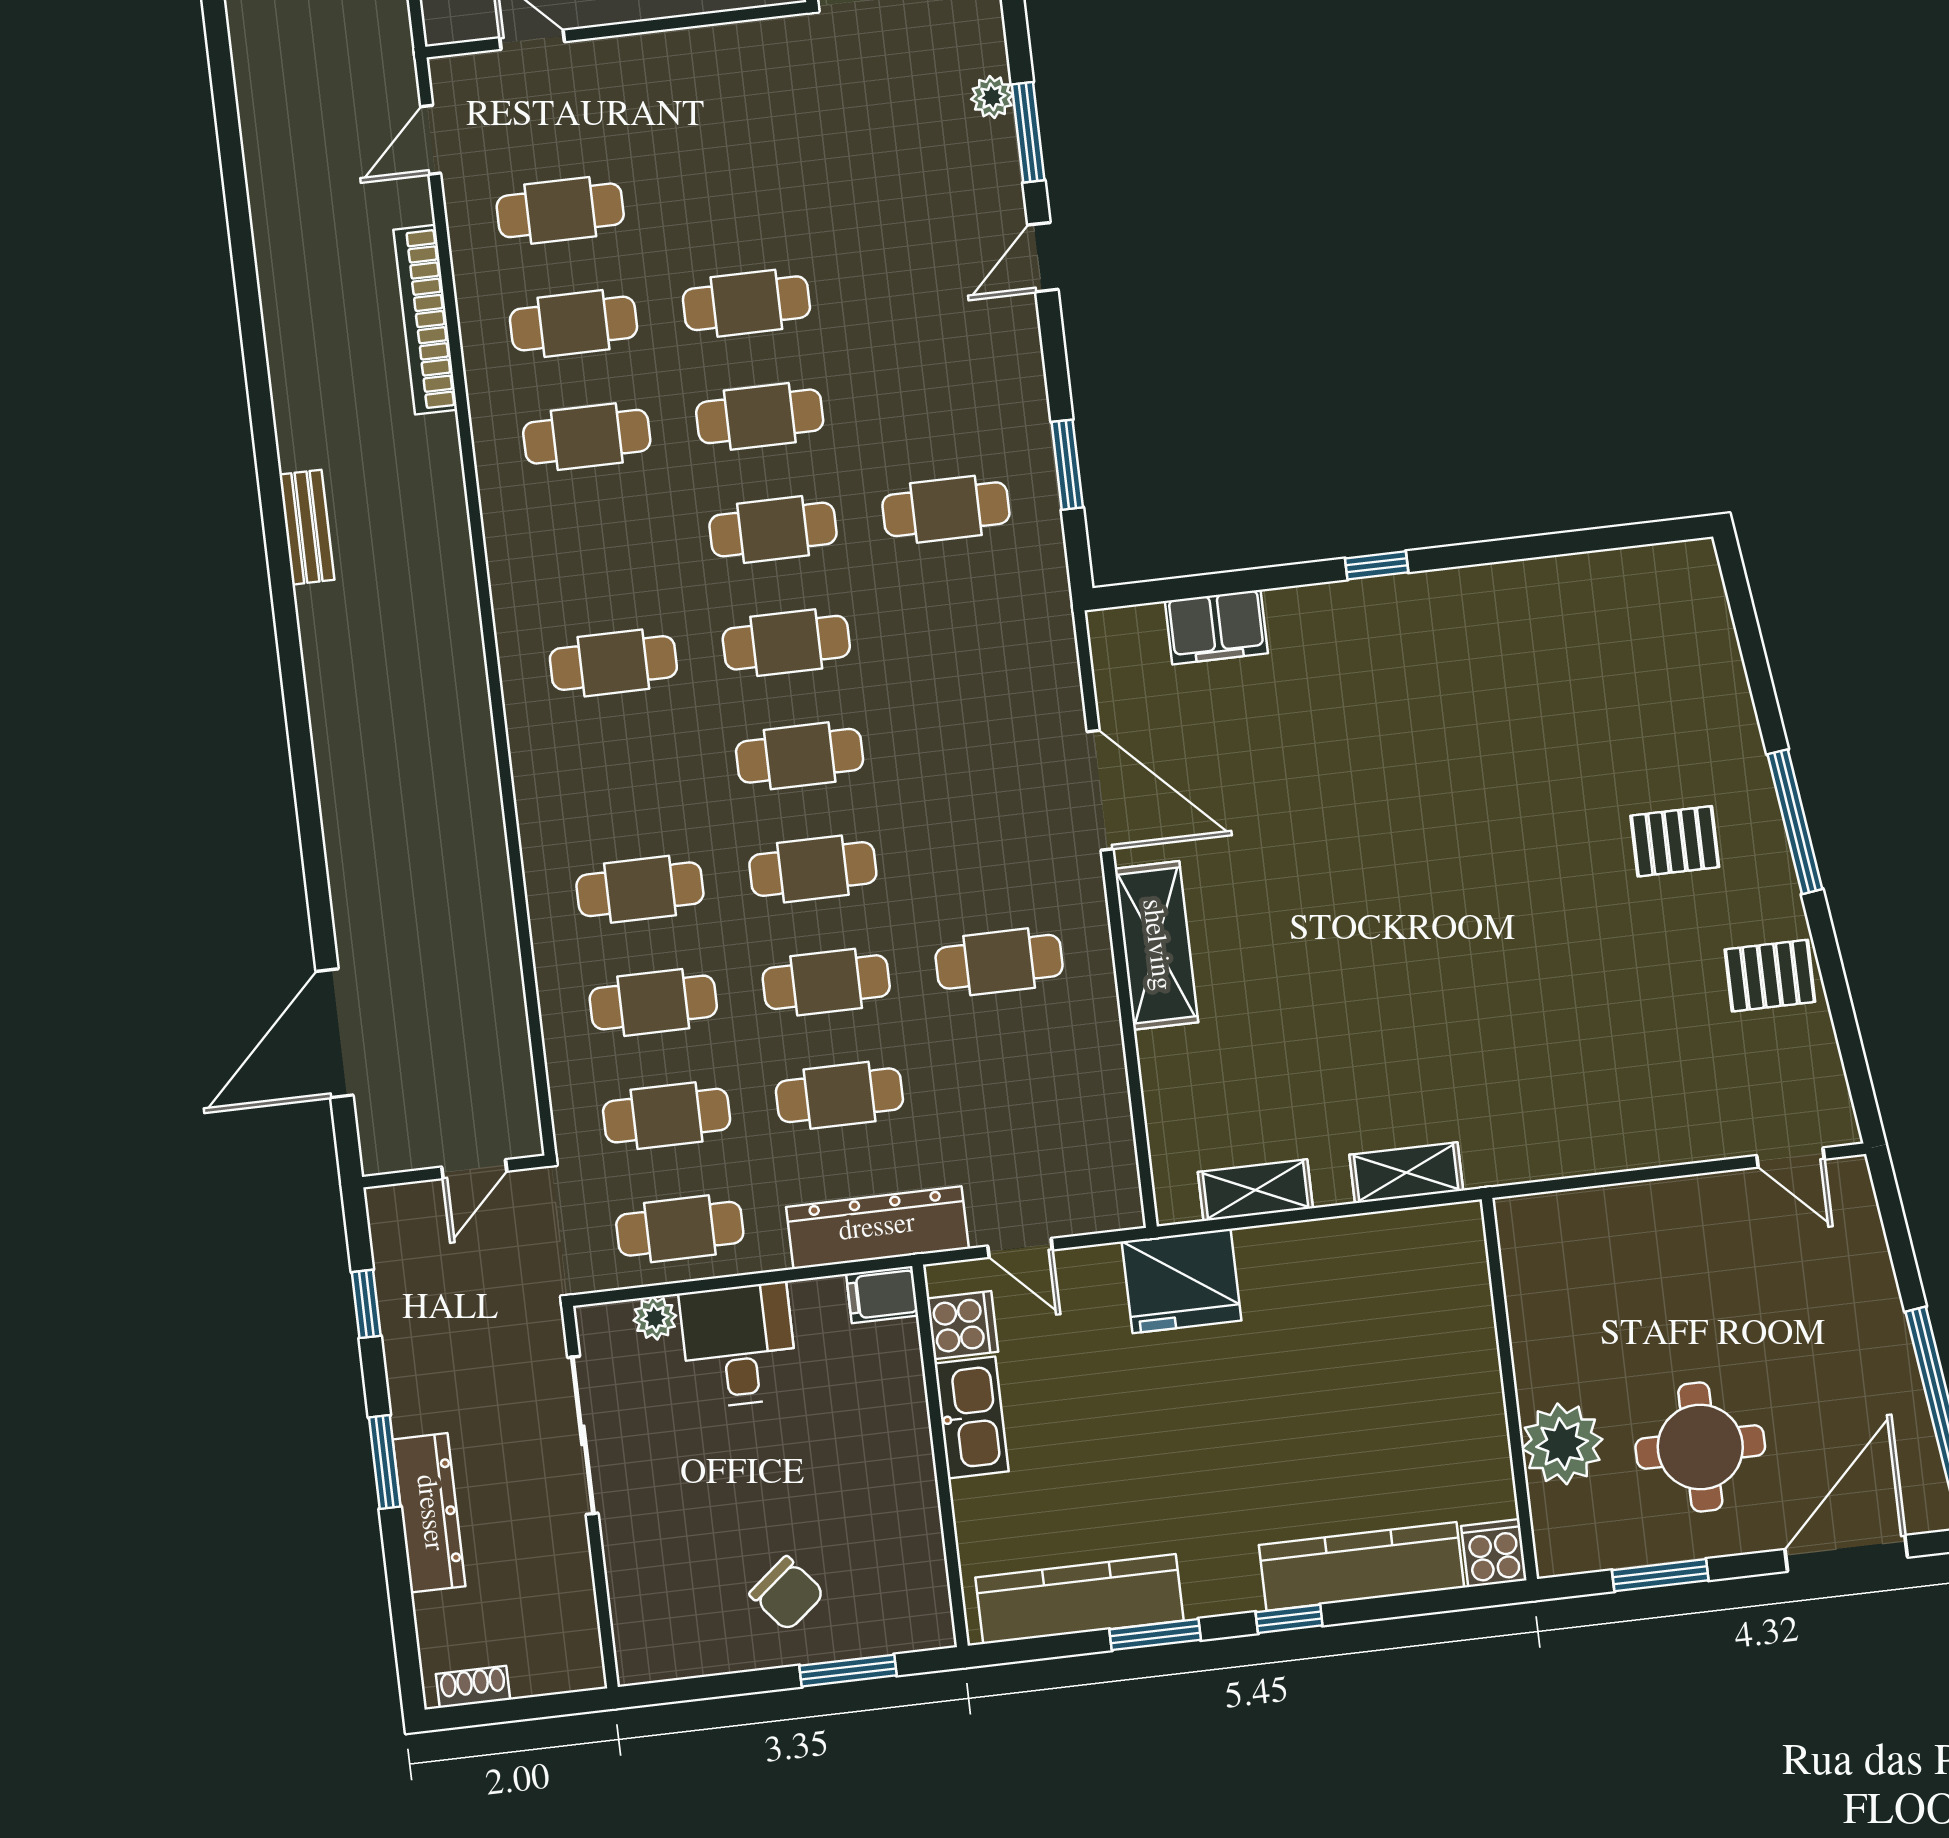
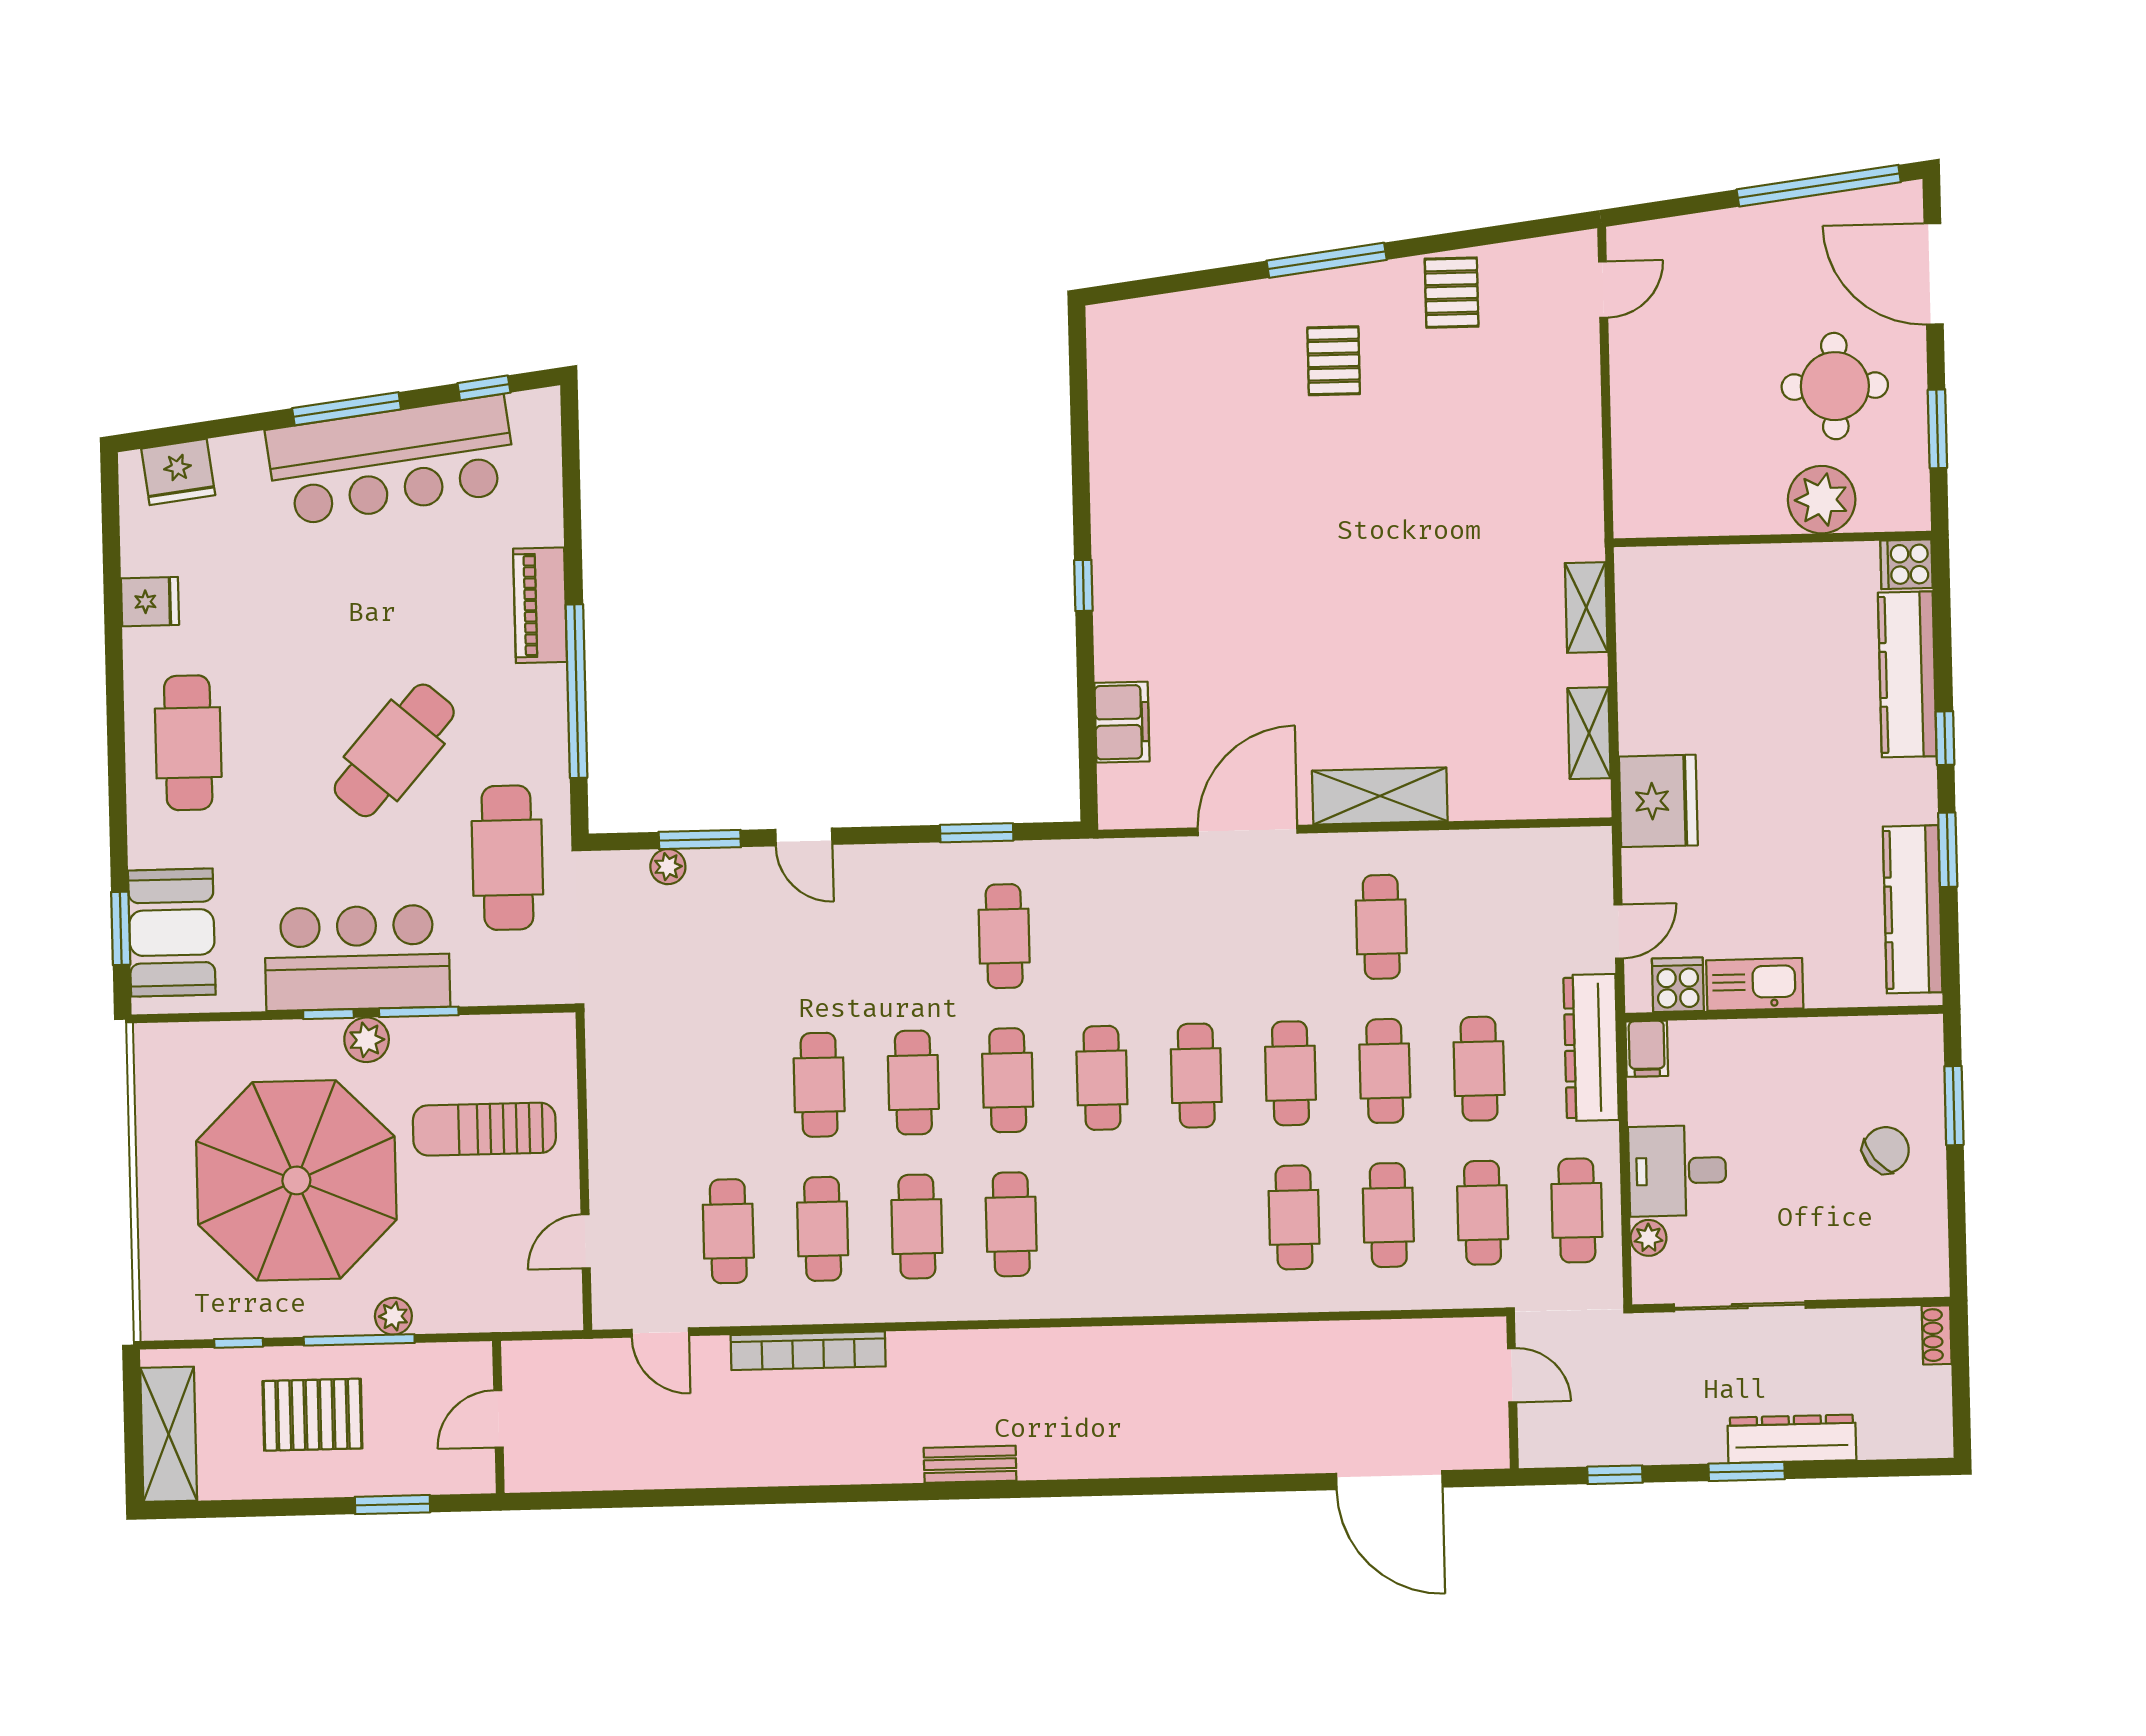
cafe table: (613, 663) -> (1011, 1224), moved
shoe rack: (473, 1687) -> (1937, 1335), moved

